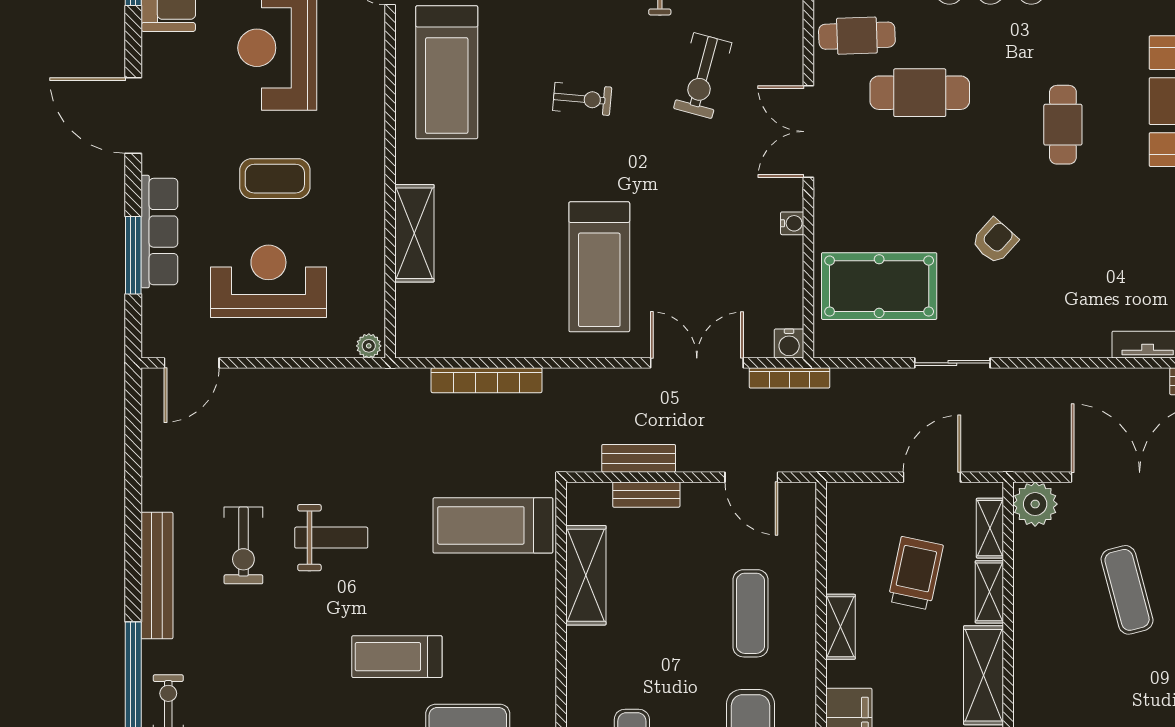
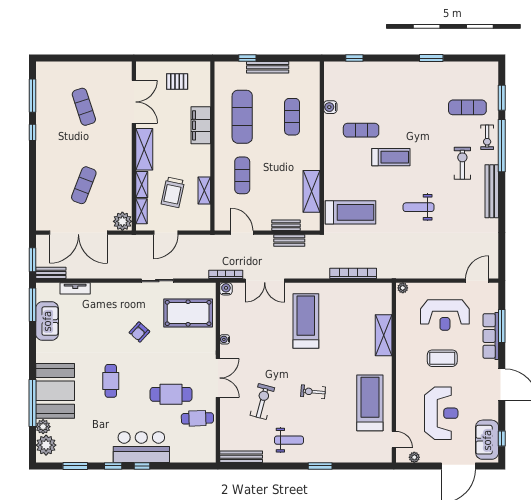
exercise bike: (243, 545) -> (462, 163), moved
exercise mat: (1127, 590) -> (84, 185), turned 36
shelving: (841, 627) -> (204, 191), moved

